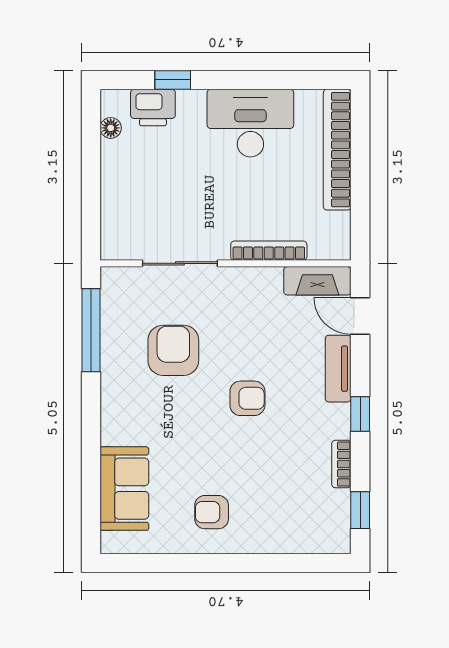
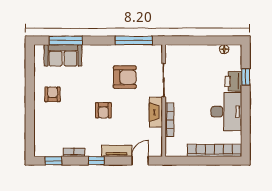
printer: (153, 108) -> (233, 81), moved
fireplace: (317, 281) -> (156, 112), moved
window: (91, 482) -> (66, 40), added

